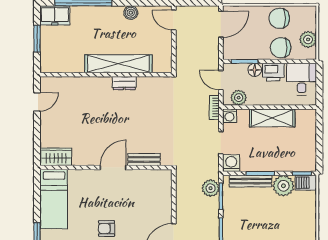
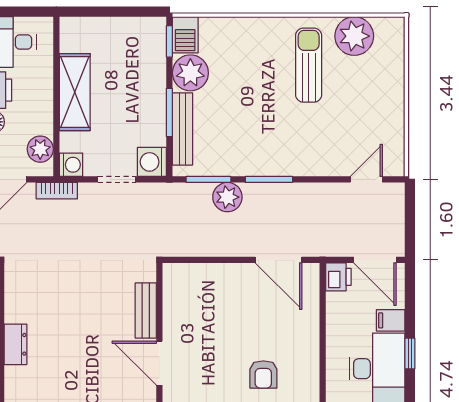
plant: (211, 188) -> (227, 197), moved

